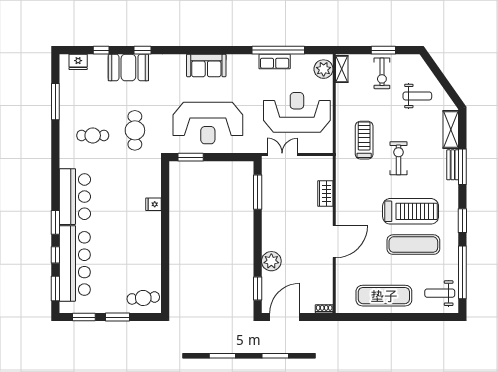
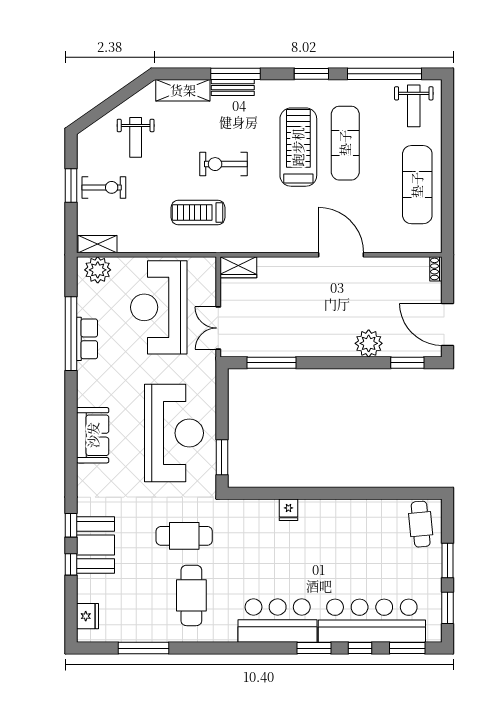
window: (101, 50) -> (71, 564), moved
weight bench: (417, 96) -> (136, 137), turned 180
cafe table: (93, 135) -> (191, 595), width x1.37, depth x1.35
wardrobe: (325, 194) -> (238, 267), moved

